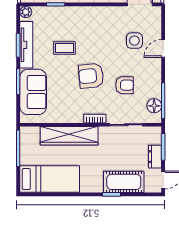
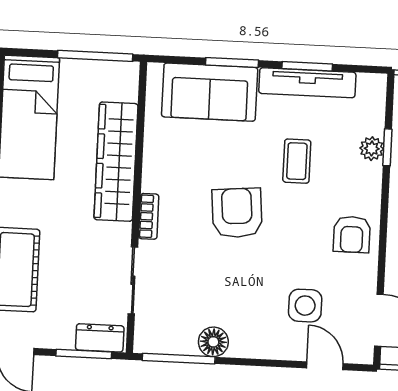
plant: (26, 12) -> (372, 149), moved
door: (163, 48) -> (325, 366), moved
armchair: (124, 85) -> (352, 234), moved
floor lamp: (154, 106) -> (213, 342), moved
dresser: (155, 157) -> (100, 338), moved

